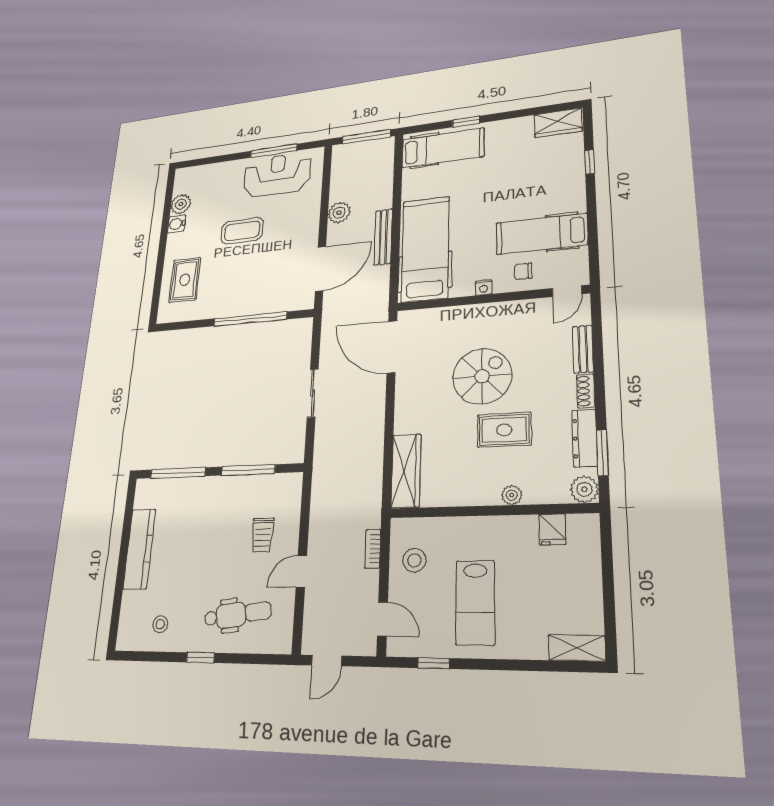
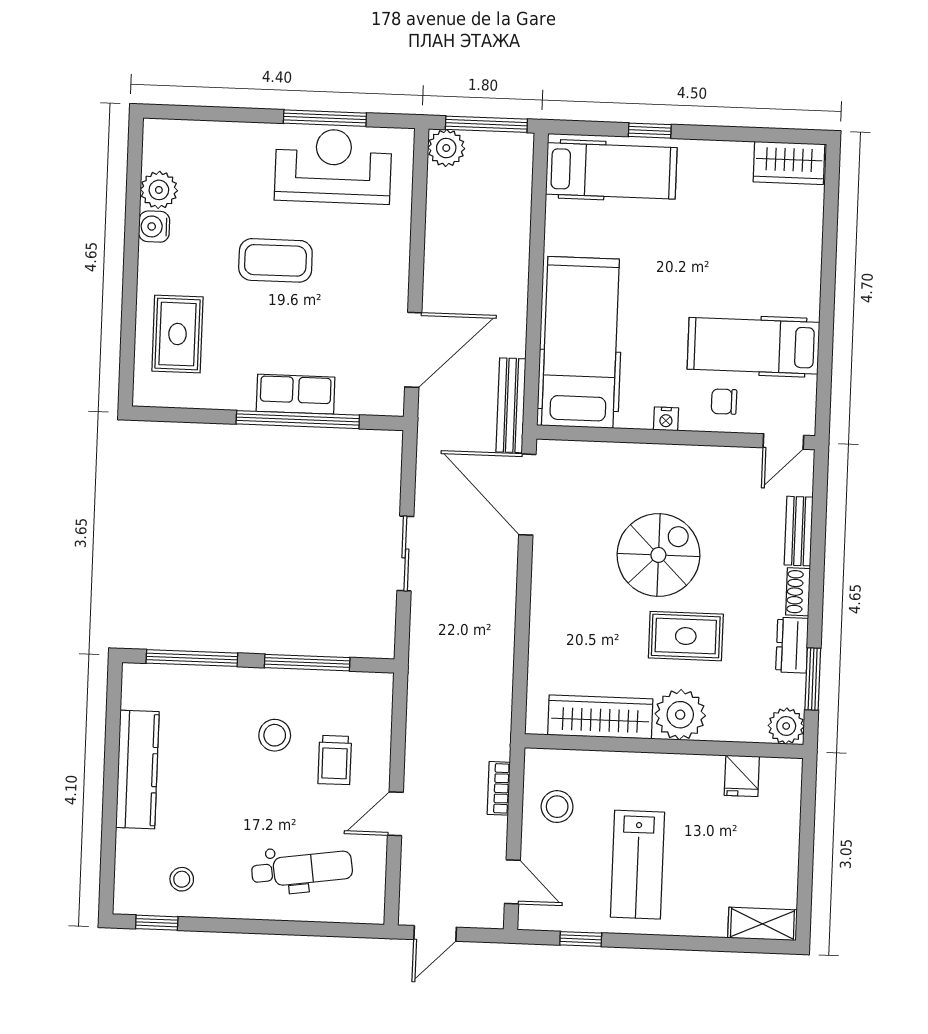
window: (590, 162) -> (830, 239), removed
plant: (339, 213) -> (446, 148), moved
bench: (383, 237) -> (511, 405), moved
row of seats: (250, 304) -> (296, 394), added
dresser: (585, 438) -> (792, 645), width x0.70
wardrobe: (406, 471) -> (600, 717), moved, turned -90
plant: (512, 495) -> (680, 715), width x1.87, depth x1.87
stool: (225, 520) -> (275, 735), added
window: (200, 658) -> (157, 923), moved

